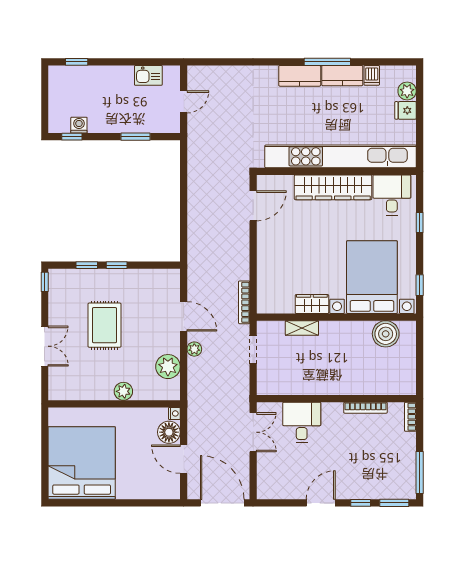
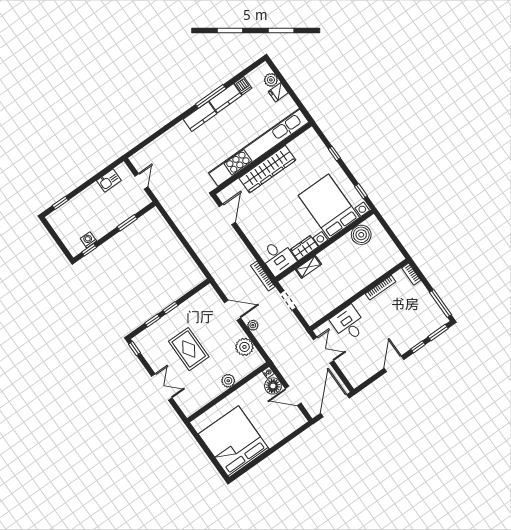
desk: (392, 195) -> (278, 257), moved, turned 180
door: (222, 503) -> (335, 406), hinge flipped

